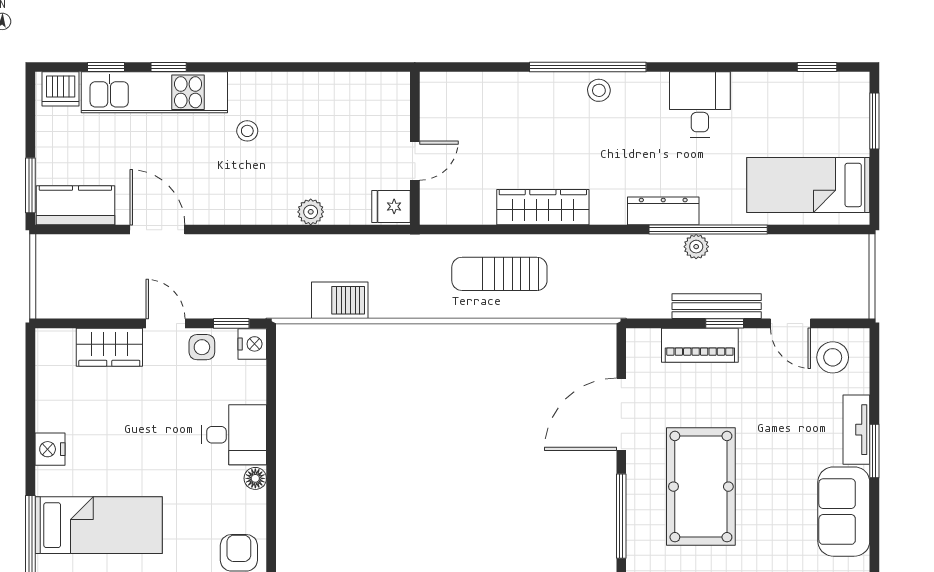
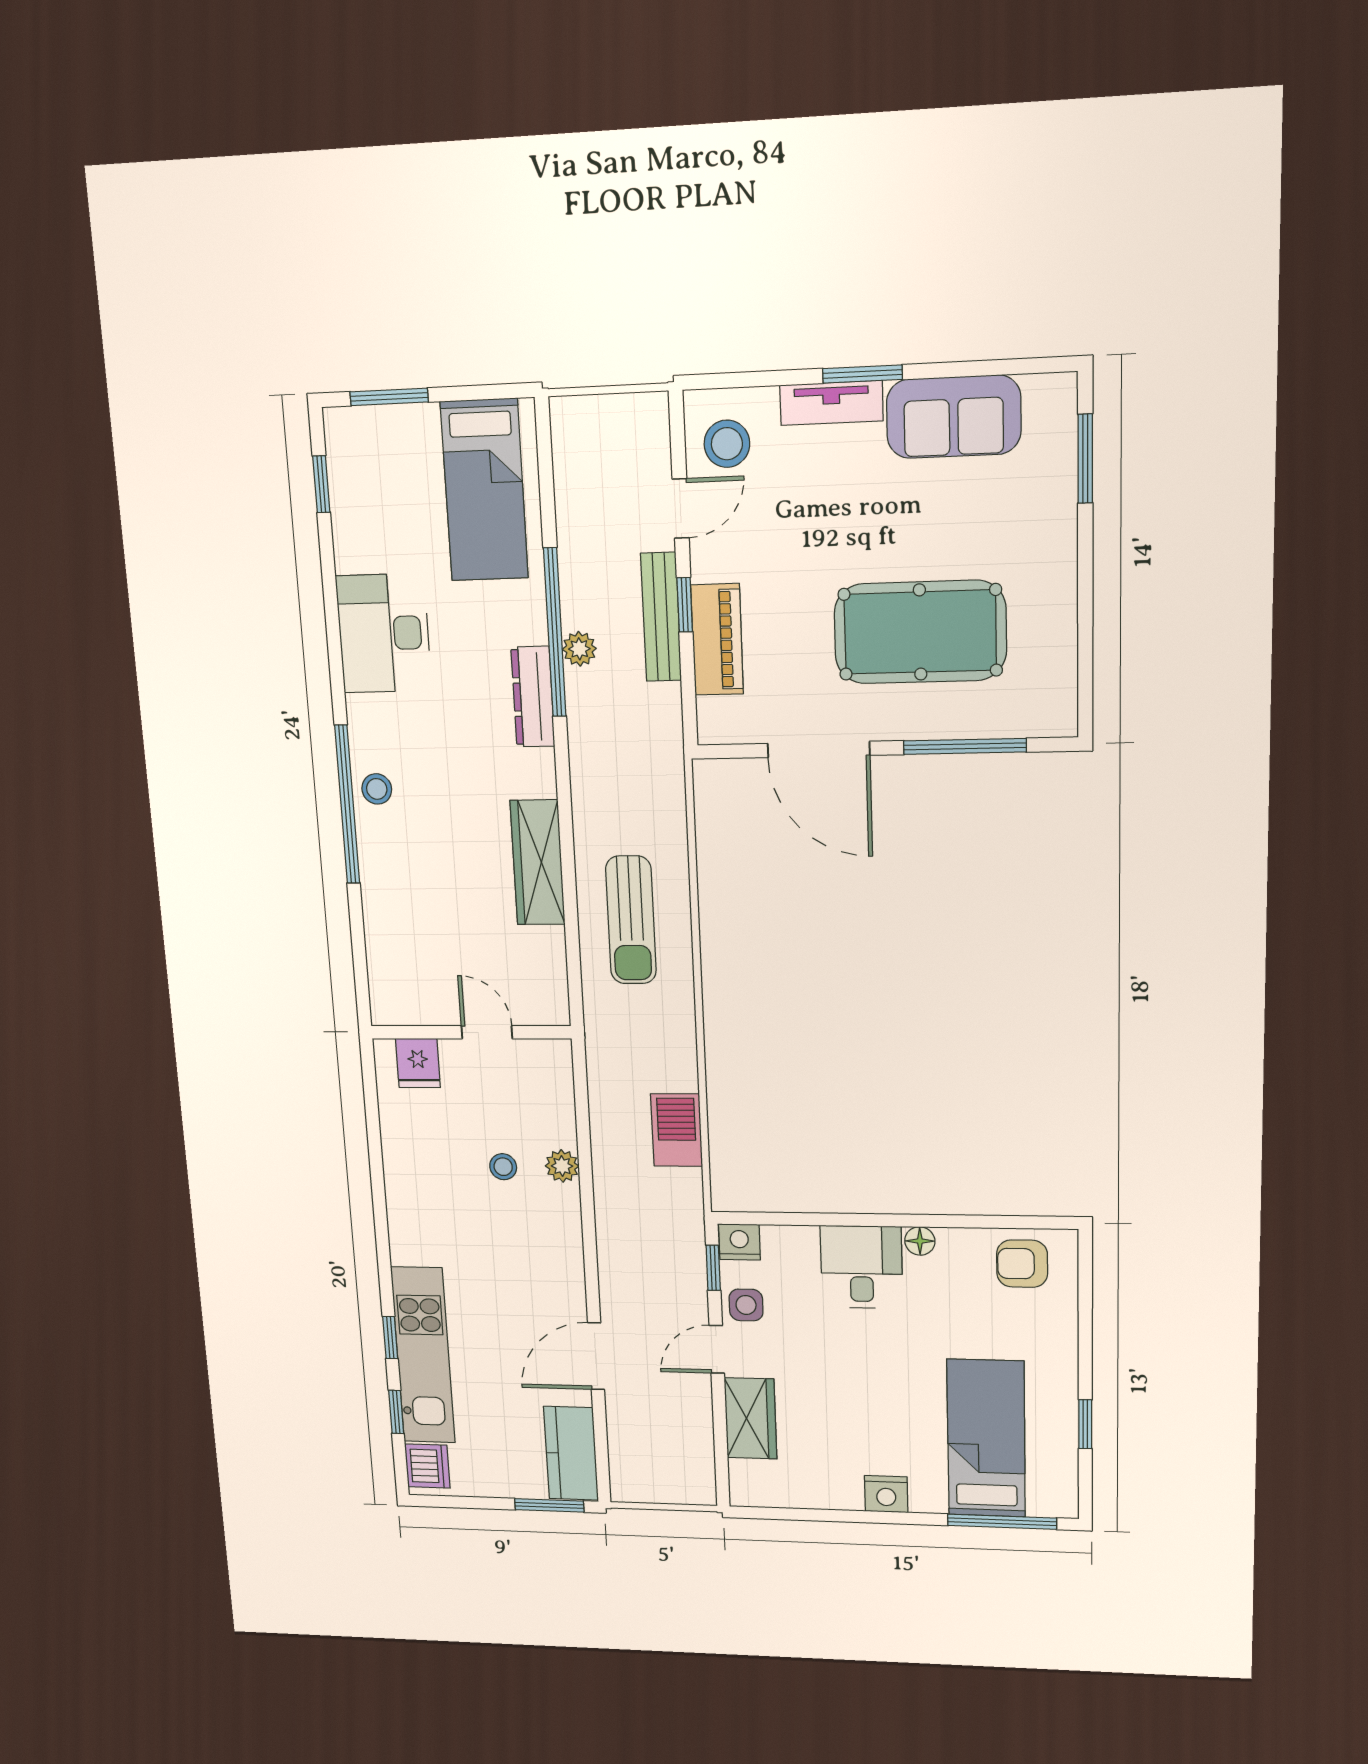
desk: (700, 104) -> (384, 633), width x1.37
stool: (247, 131) -> (503, 1167), moved
fridge: (391, 206) -> (418, 1063), moved

